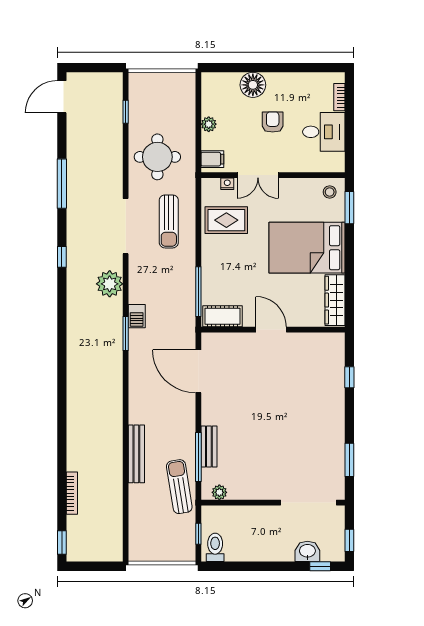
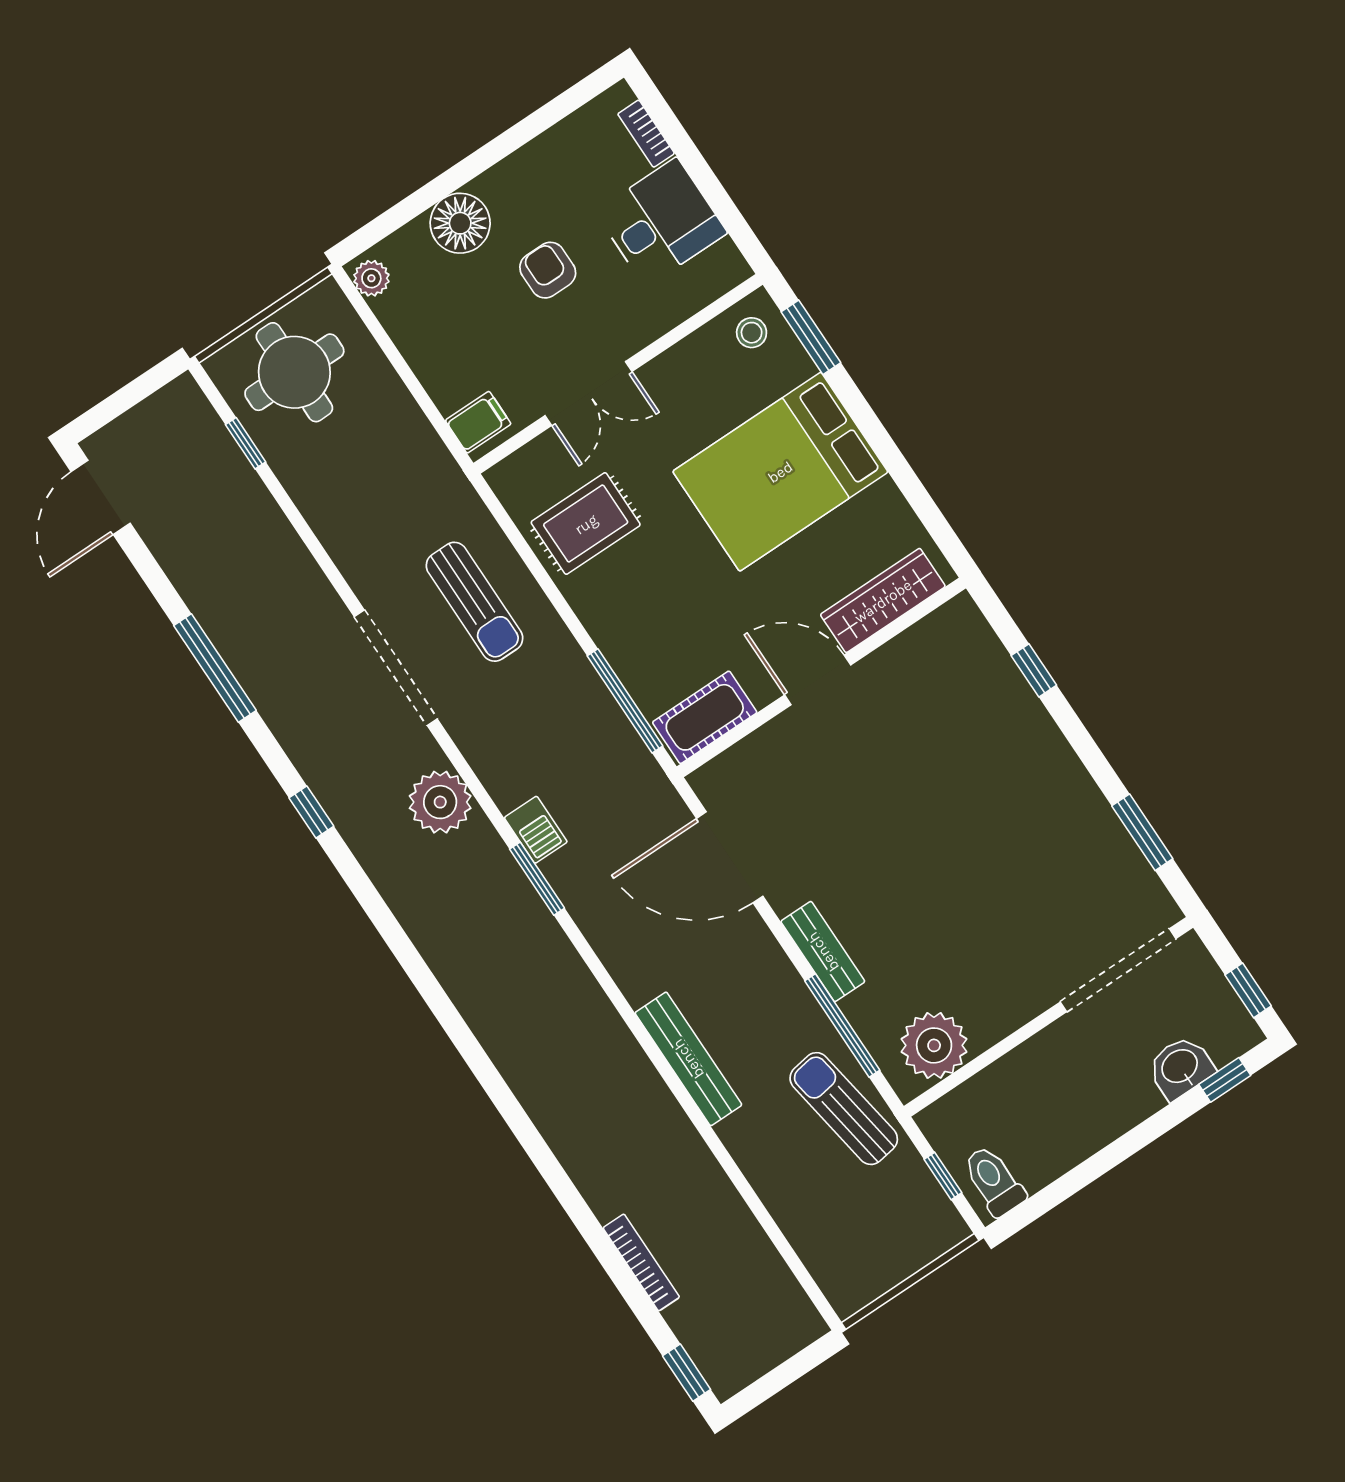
plant: (209, 124) -> (371, 278), moved
round table: (157, 157) -> (294, 372), moved
nightstand: (227, 184) -> (540, 451), removed
wardrobe: (335, 300) -> (883, 601), moved, turned 90
bench: (209, 446) -> (823, 952), moved
bench: (136, 454) -> (688, 1059), moved
plant: (219, 492) -> (934, 1045), width x1.88, depth x1.88

